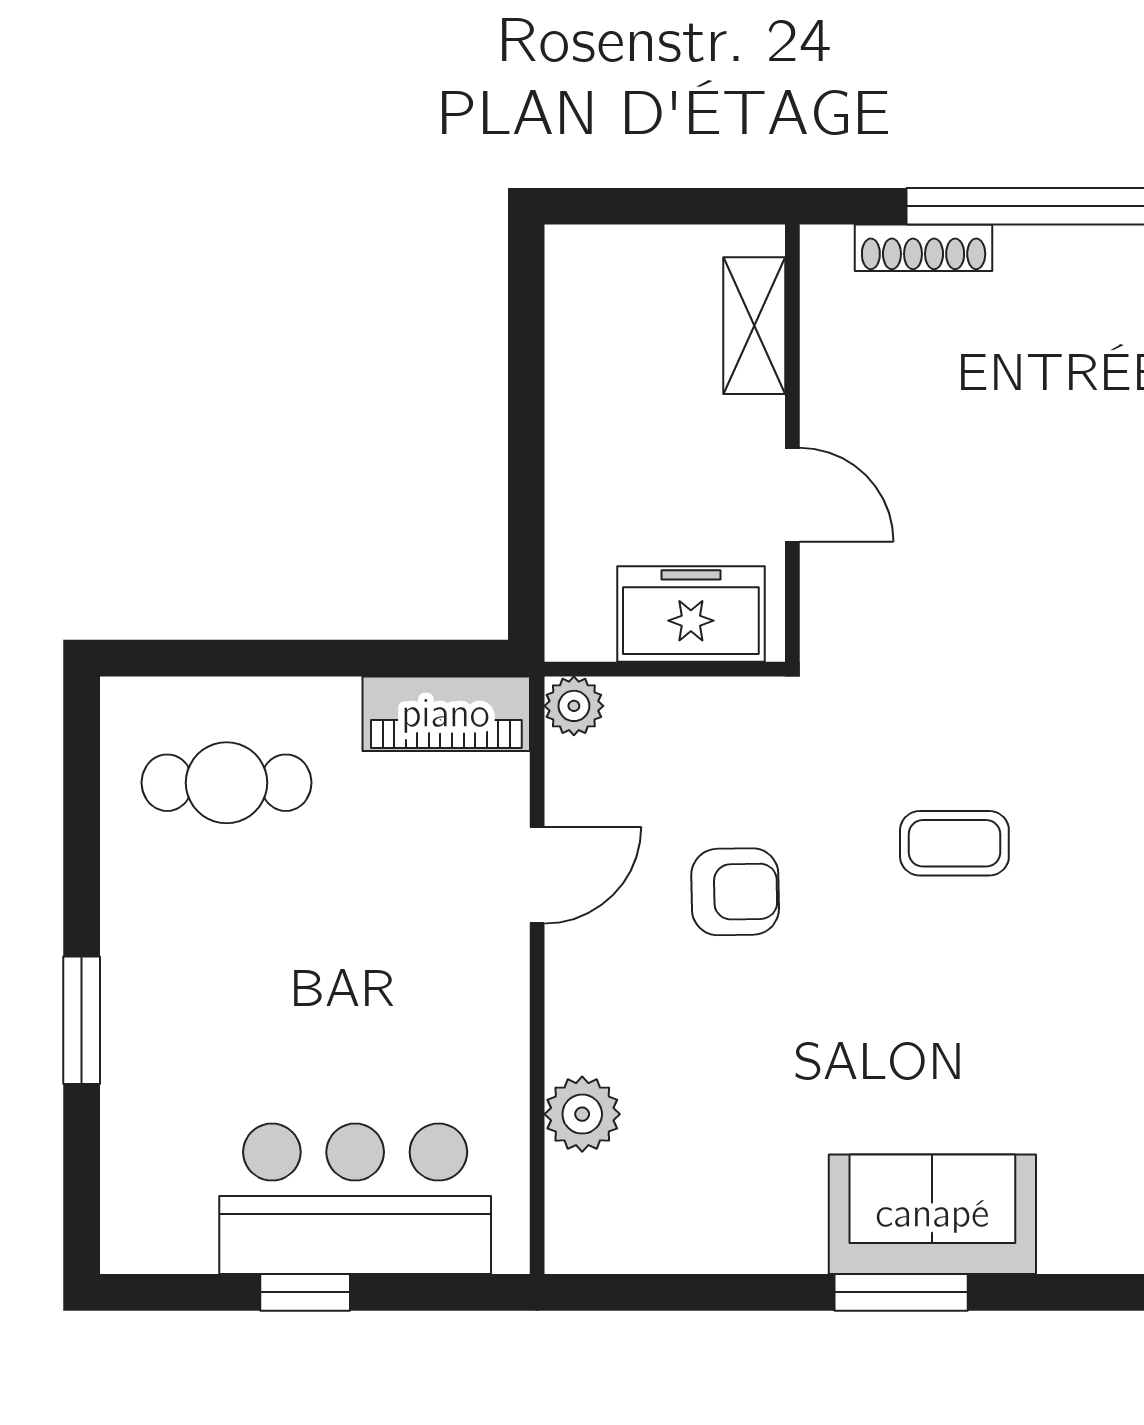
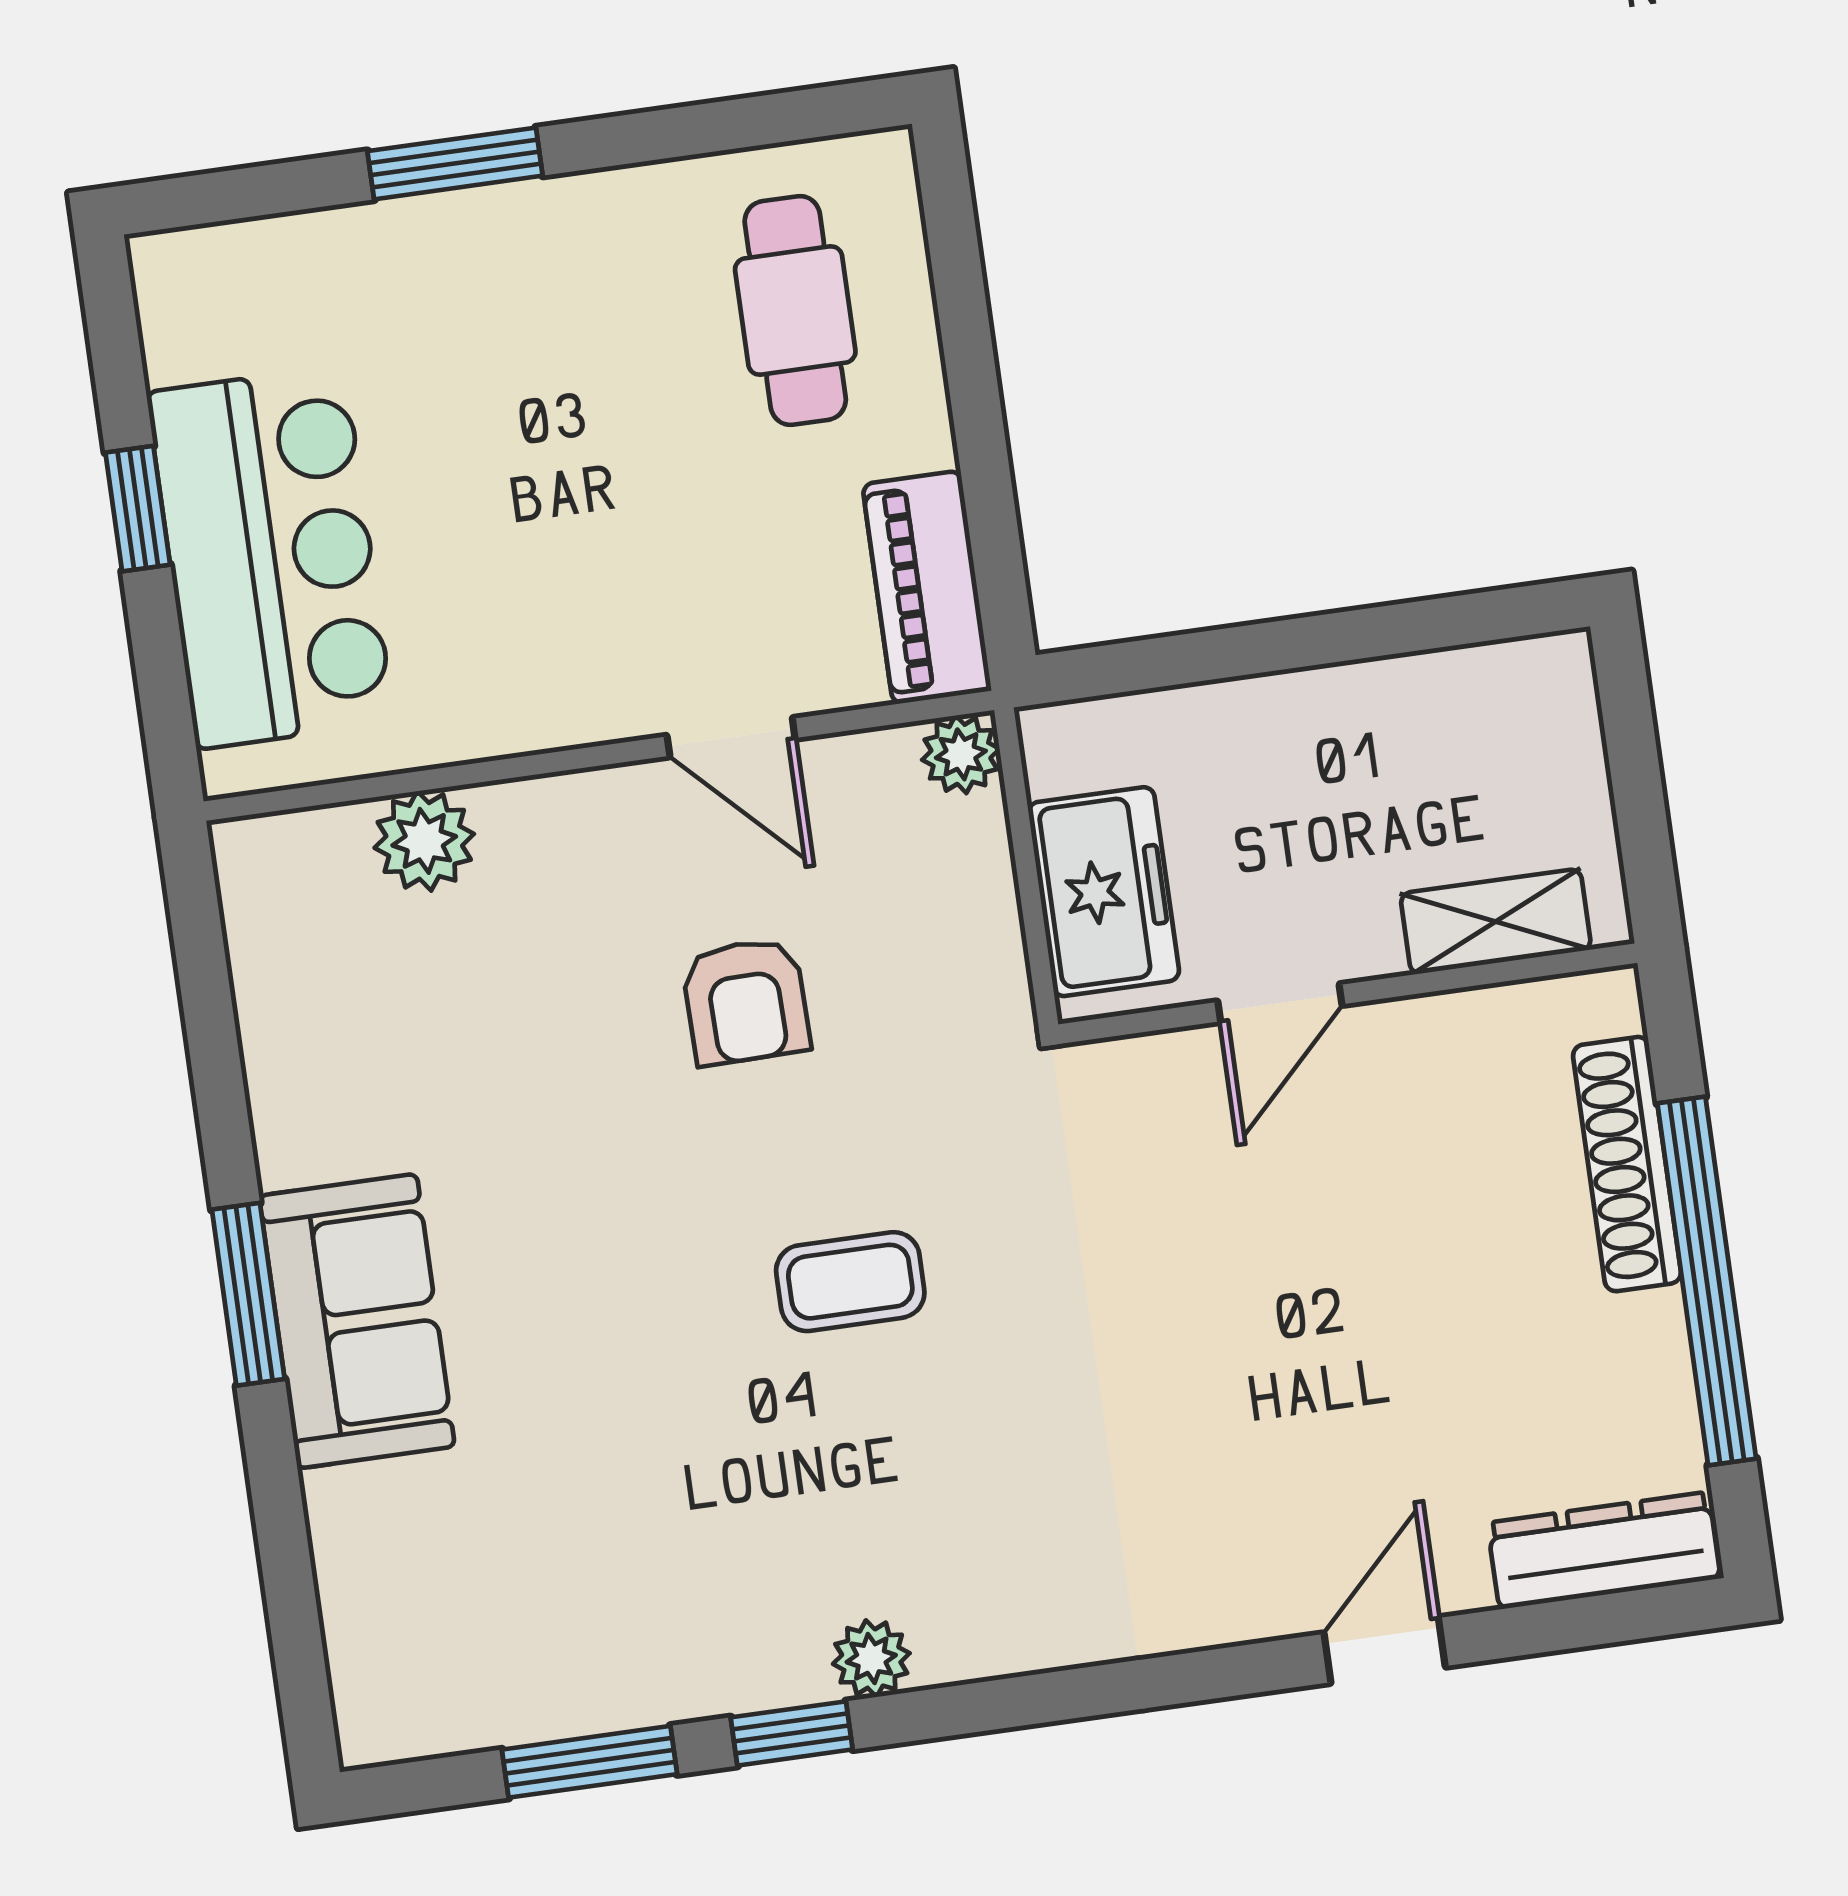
shoe rack: (924, 248) -> (1627, 1164), width x1.36, depth x1.24
coffee table: (954, 843) -> (850, 1282), turned 90

